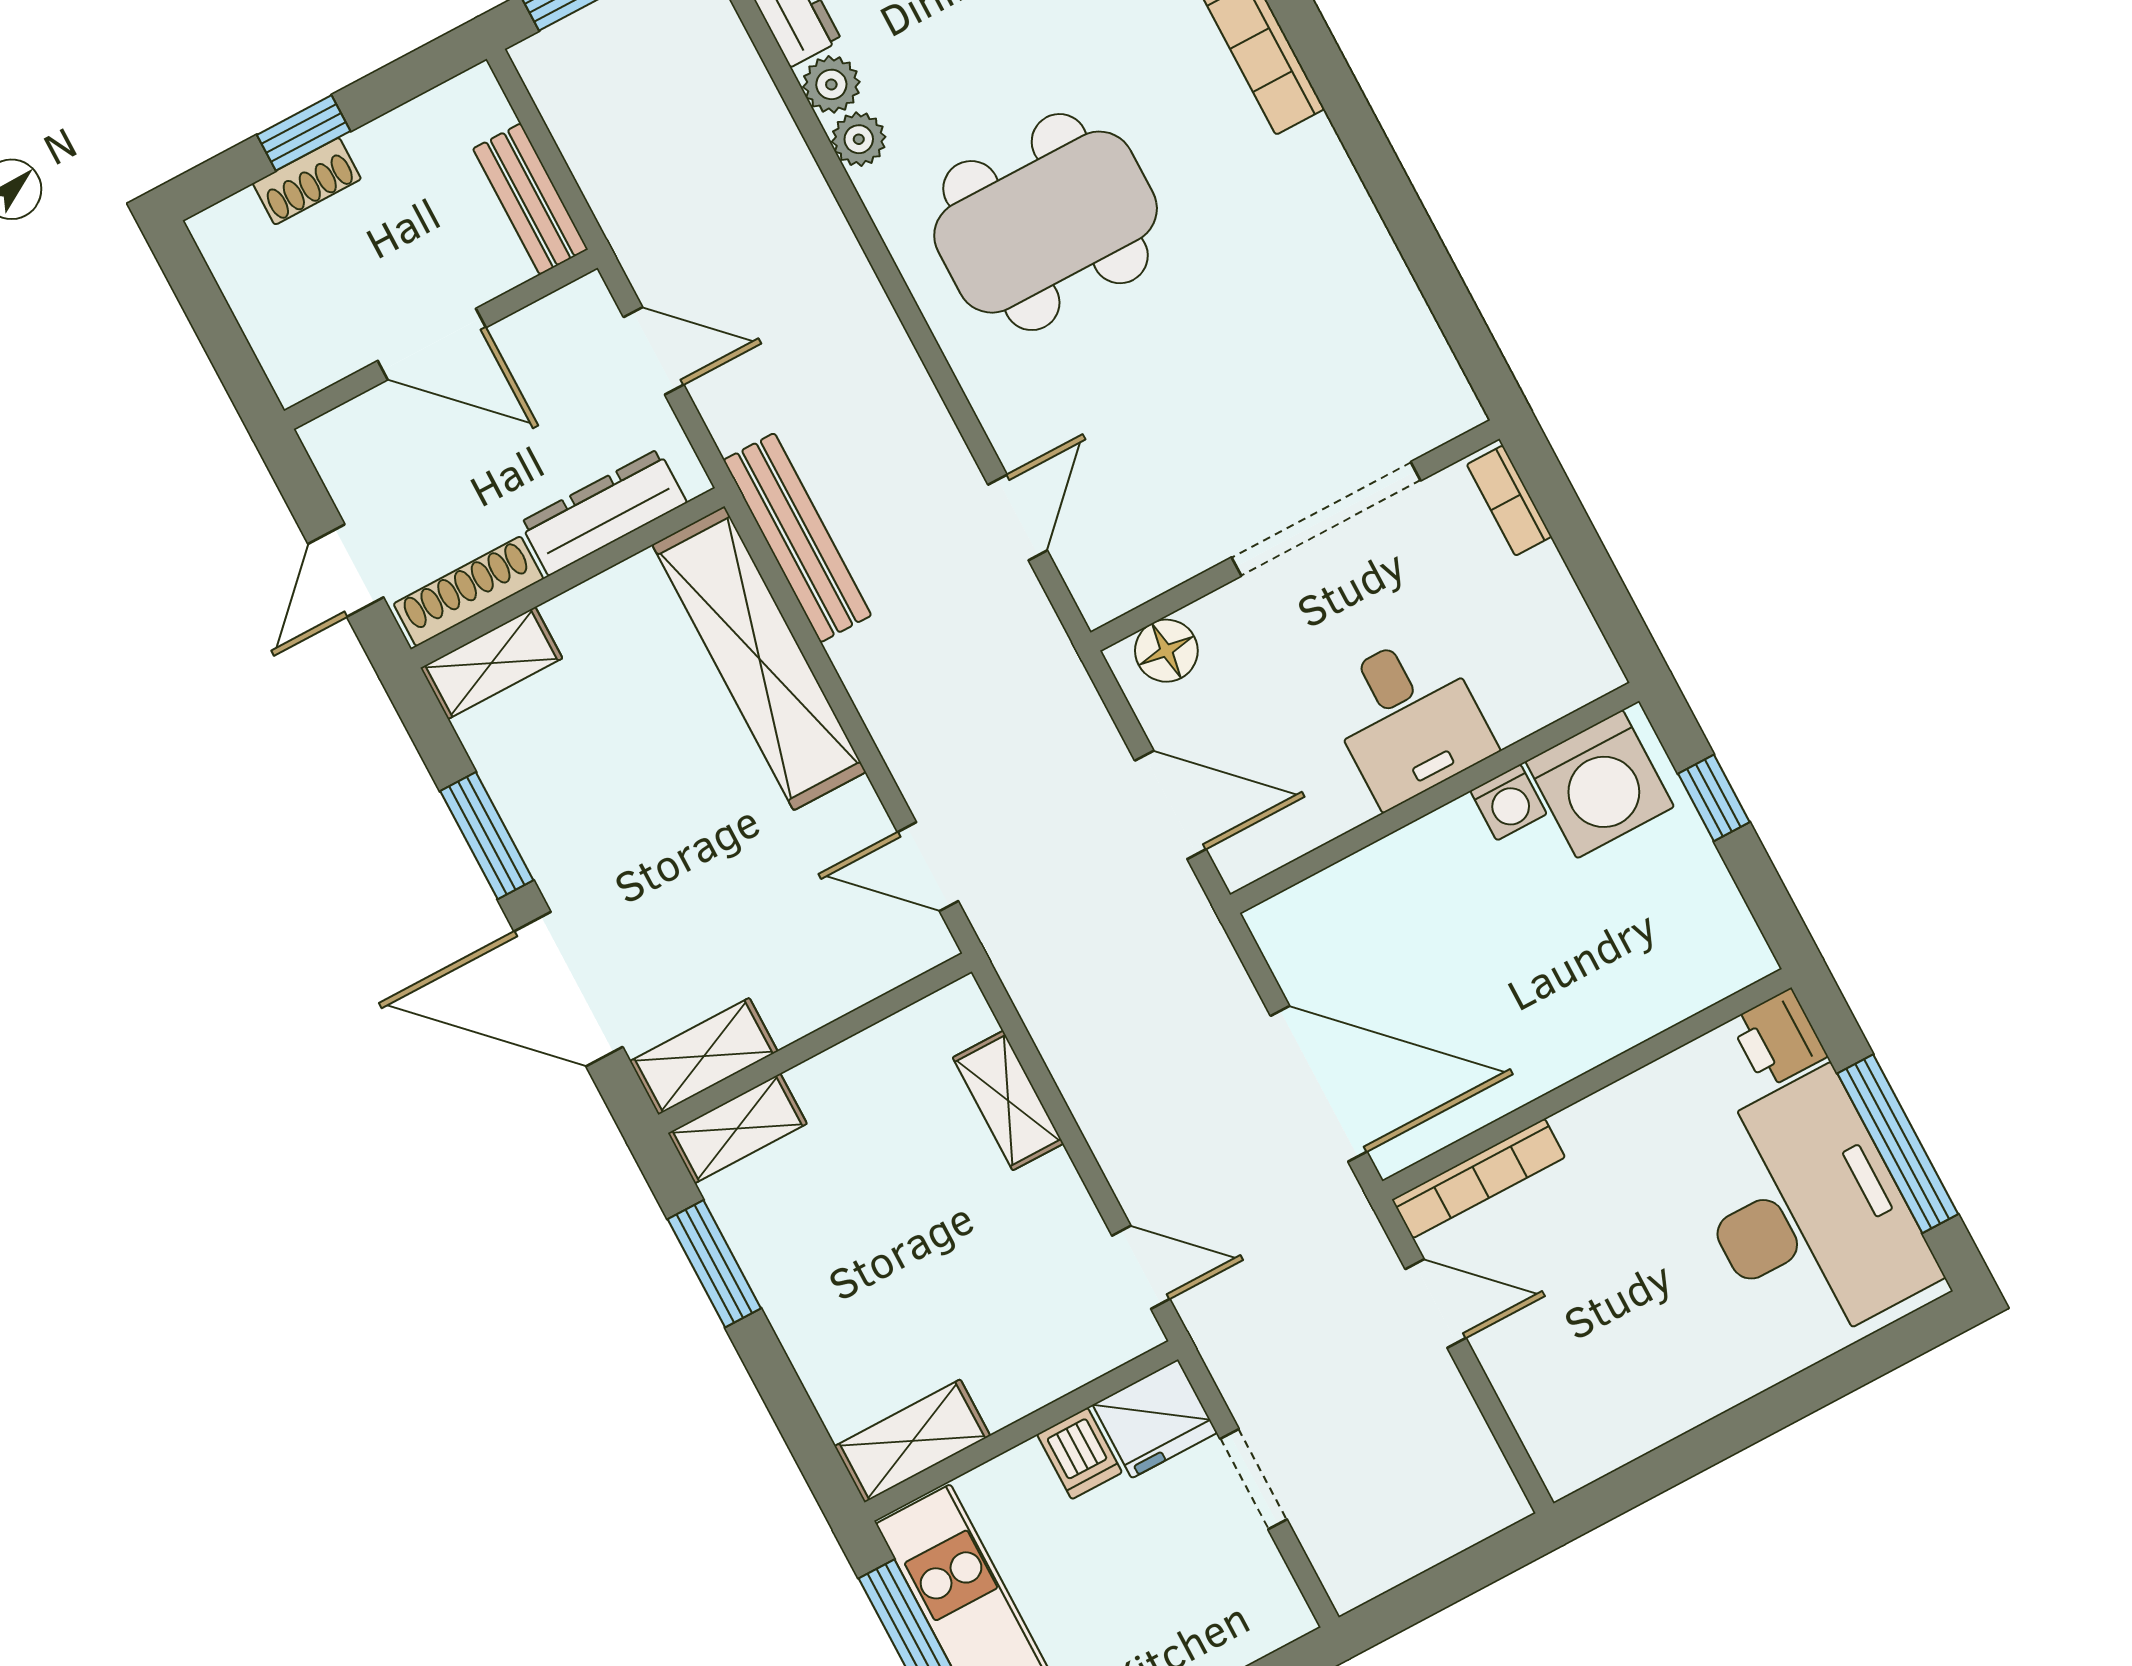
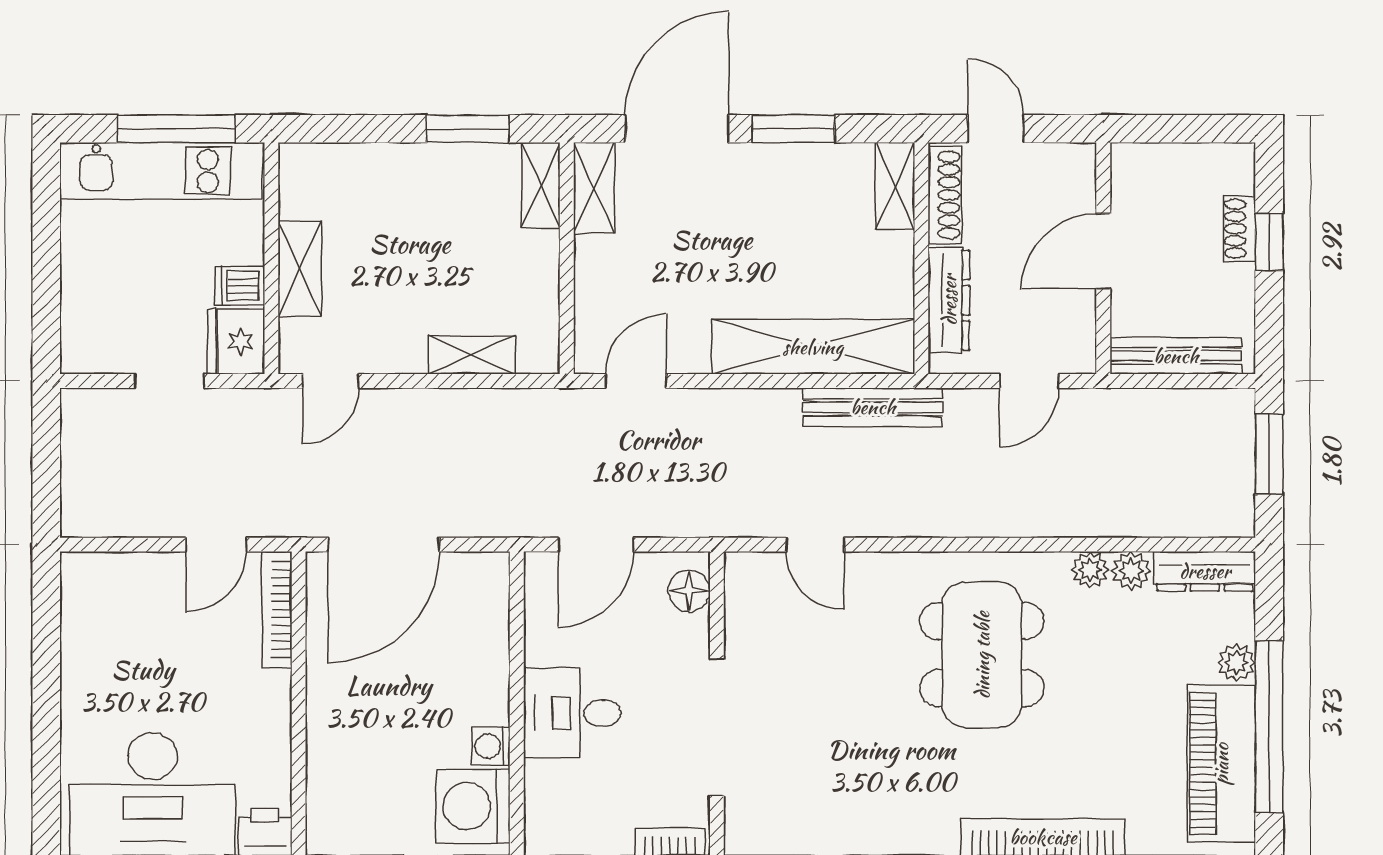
bench: (530, 199) -> (1176, 356), width x1.36
shelving: (912, 1441) -> (300, 269), moved

